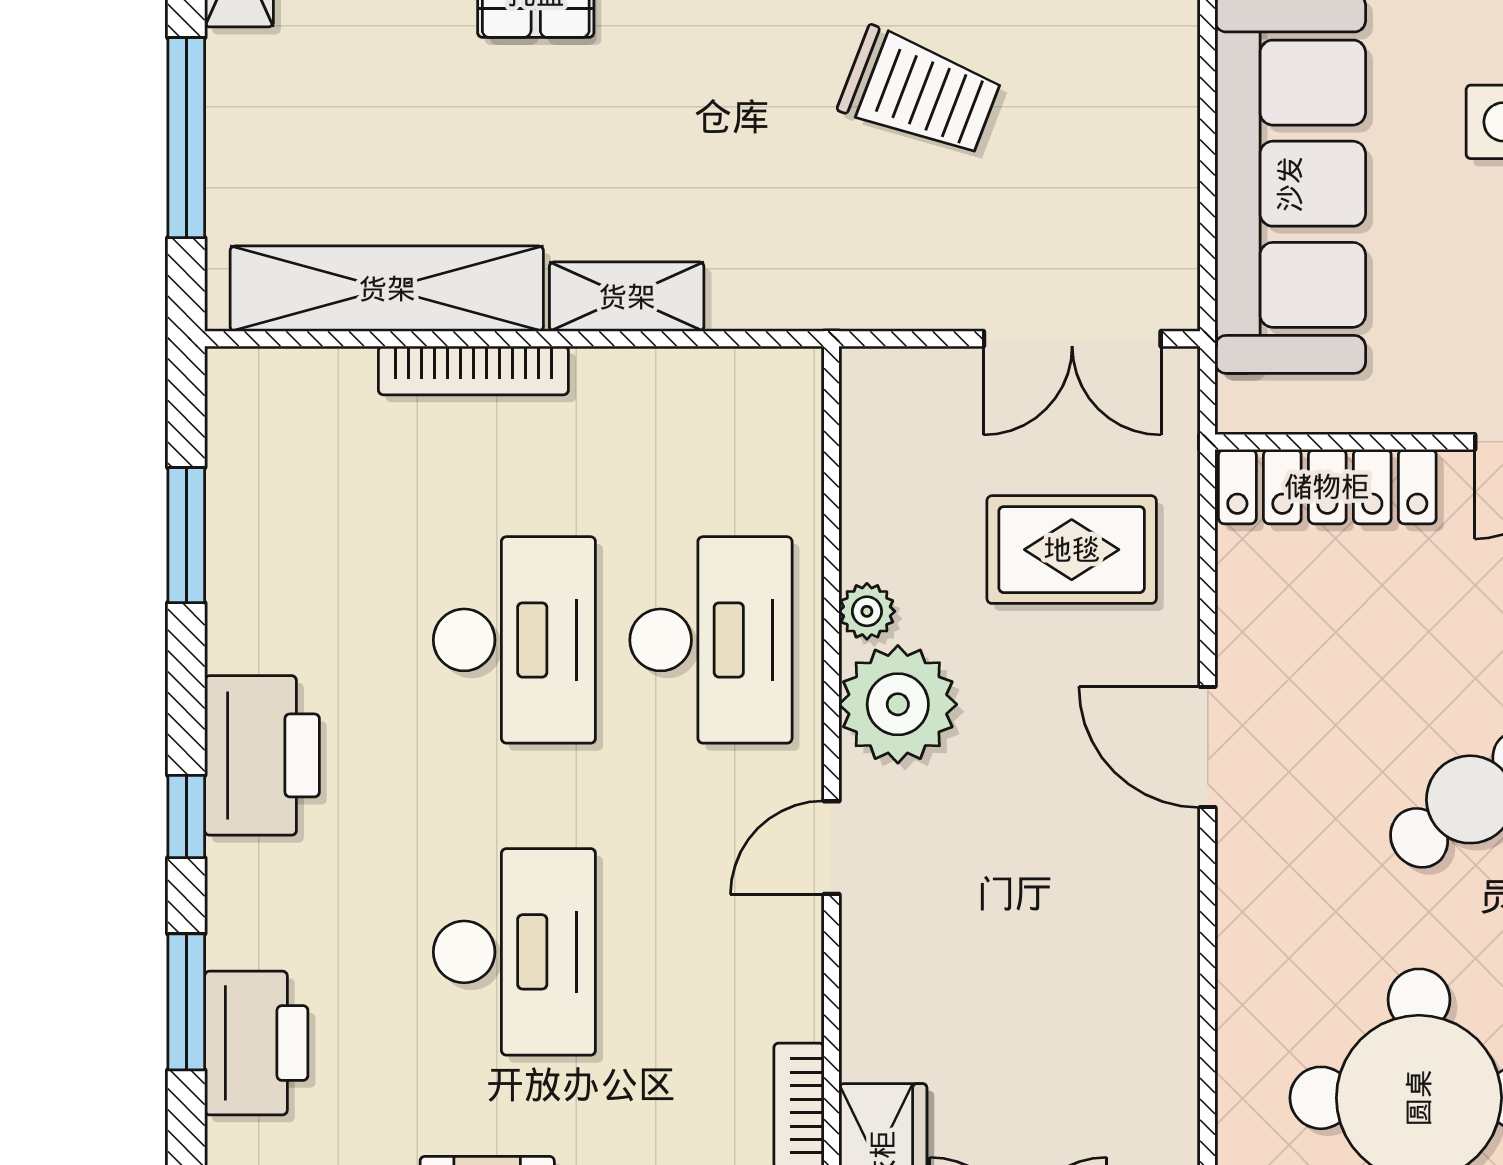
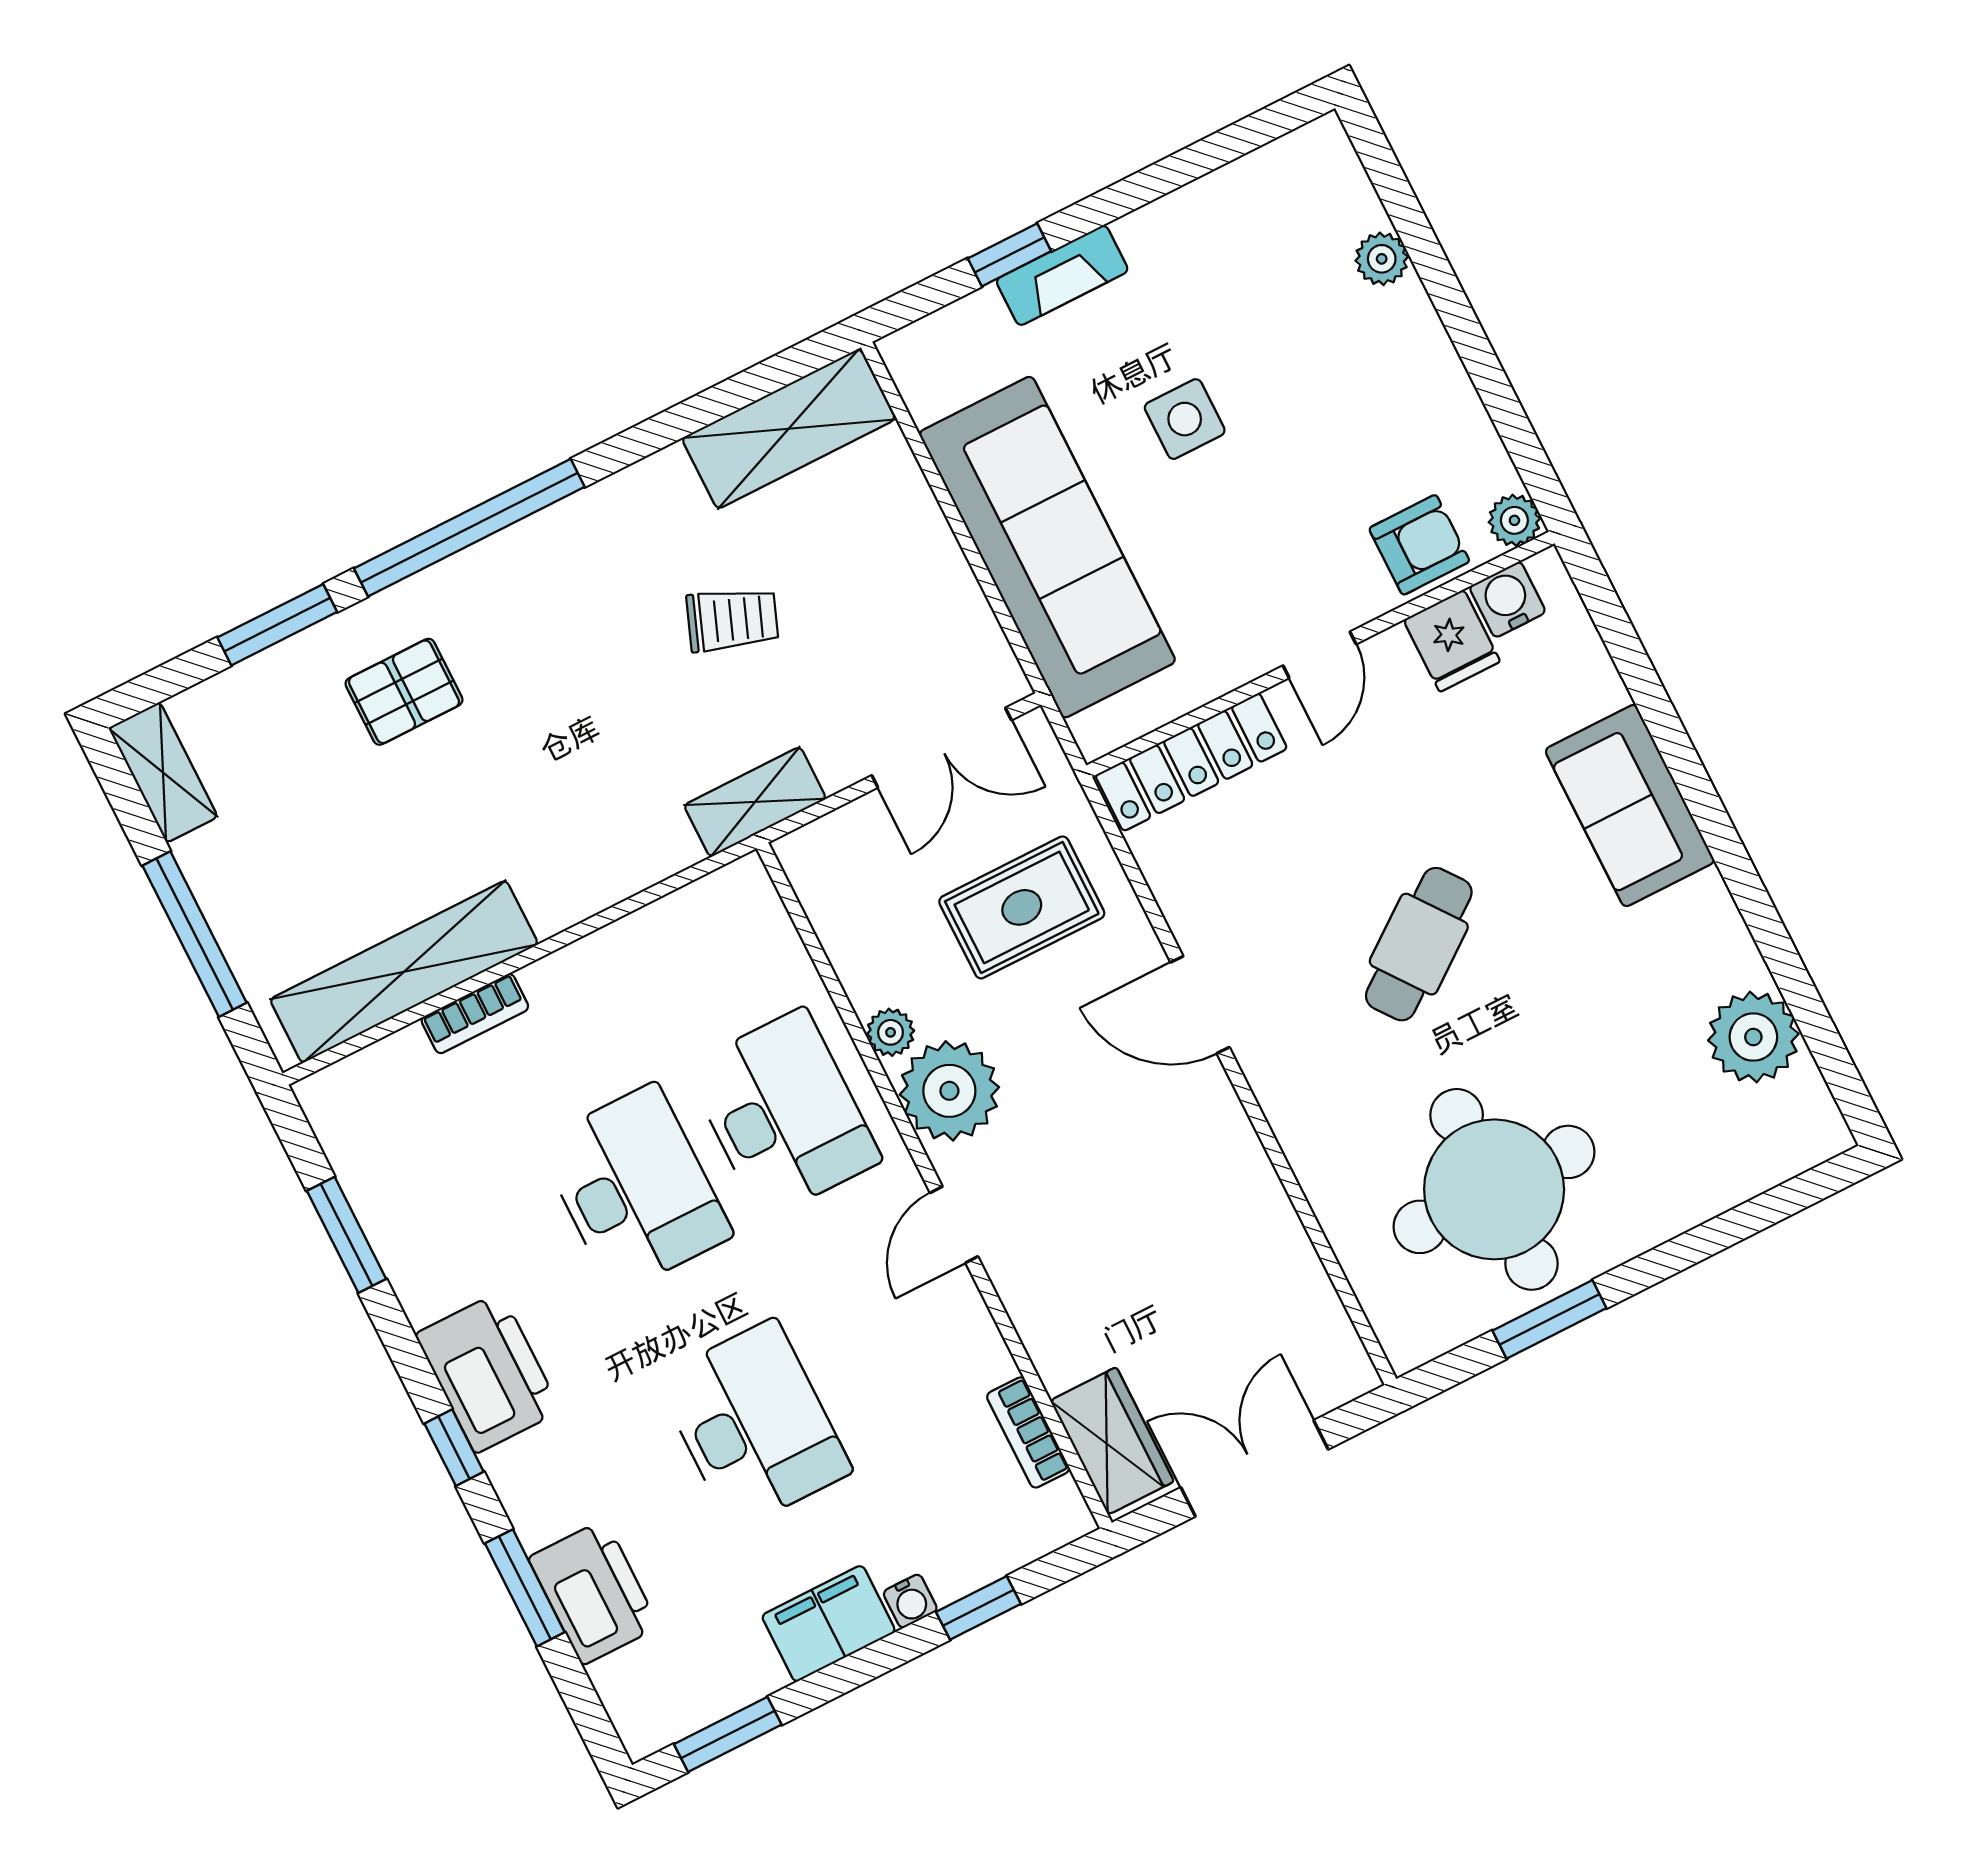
trolley: (920, 92) -> (732, 620), width x0.73, depth x0.72
shelving: (627, 297) -> (755, 802), moved
bookcase: (473, 370) -> (475, 1014), width x0.64

